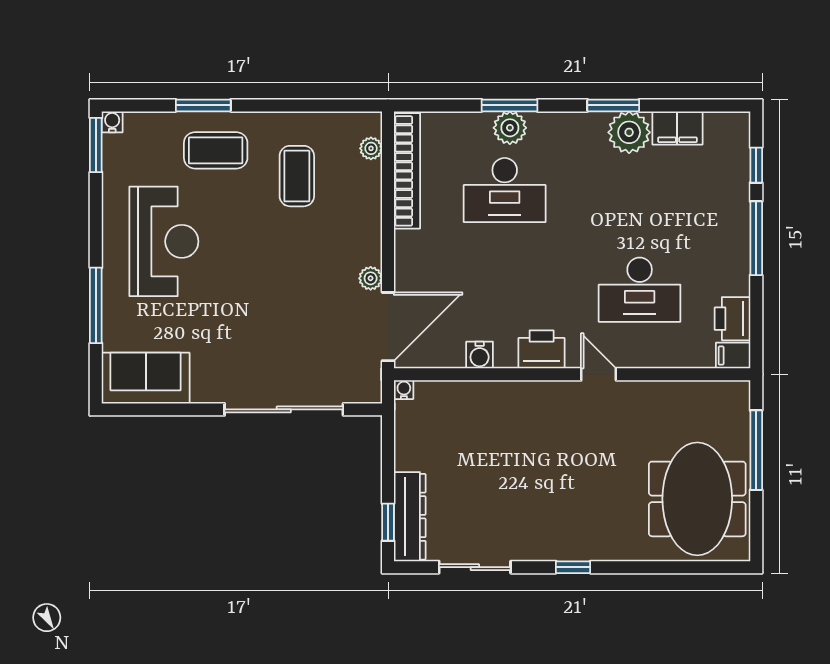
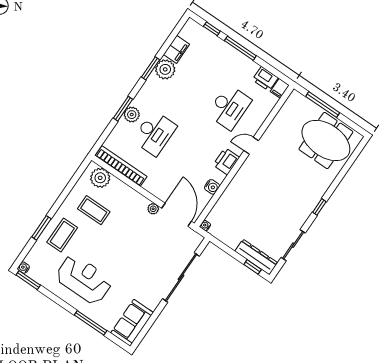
plant: (371, 148) -> (100, 178), width x1.87, depth x1.87

